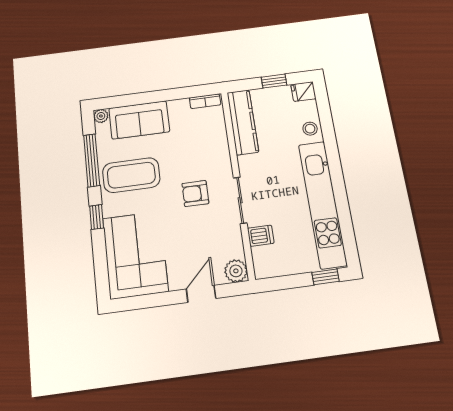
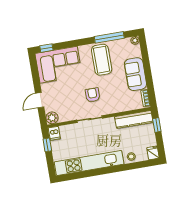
window: (274, 81) -> (157, 125), moved
sofa: (139, 120) -> (135, 74), moved
window: (97, 217) -> (46, 48), moved
dishwasher: (261, 236) -> (54, 133), moved
window: (326, 277) -> (47, 145), moved
door: (201, 294) -> (40, 100), swing flipped

